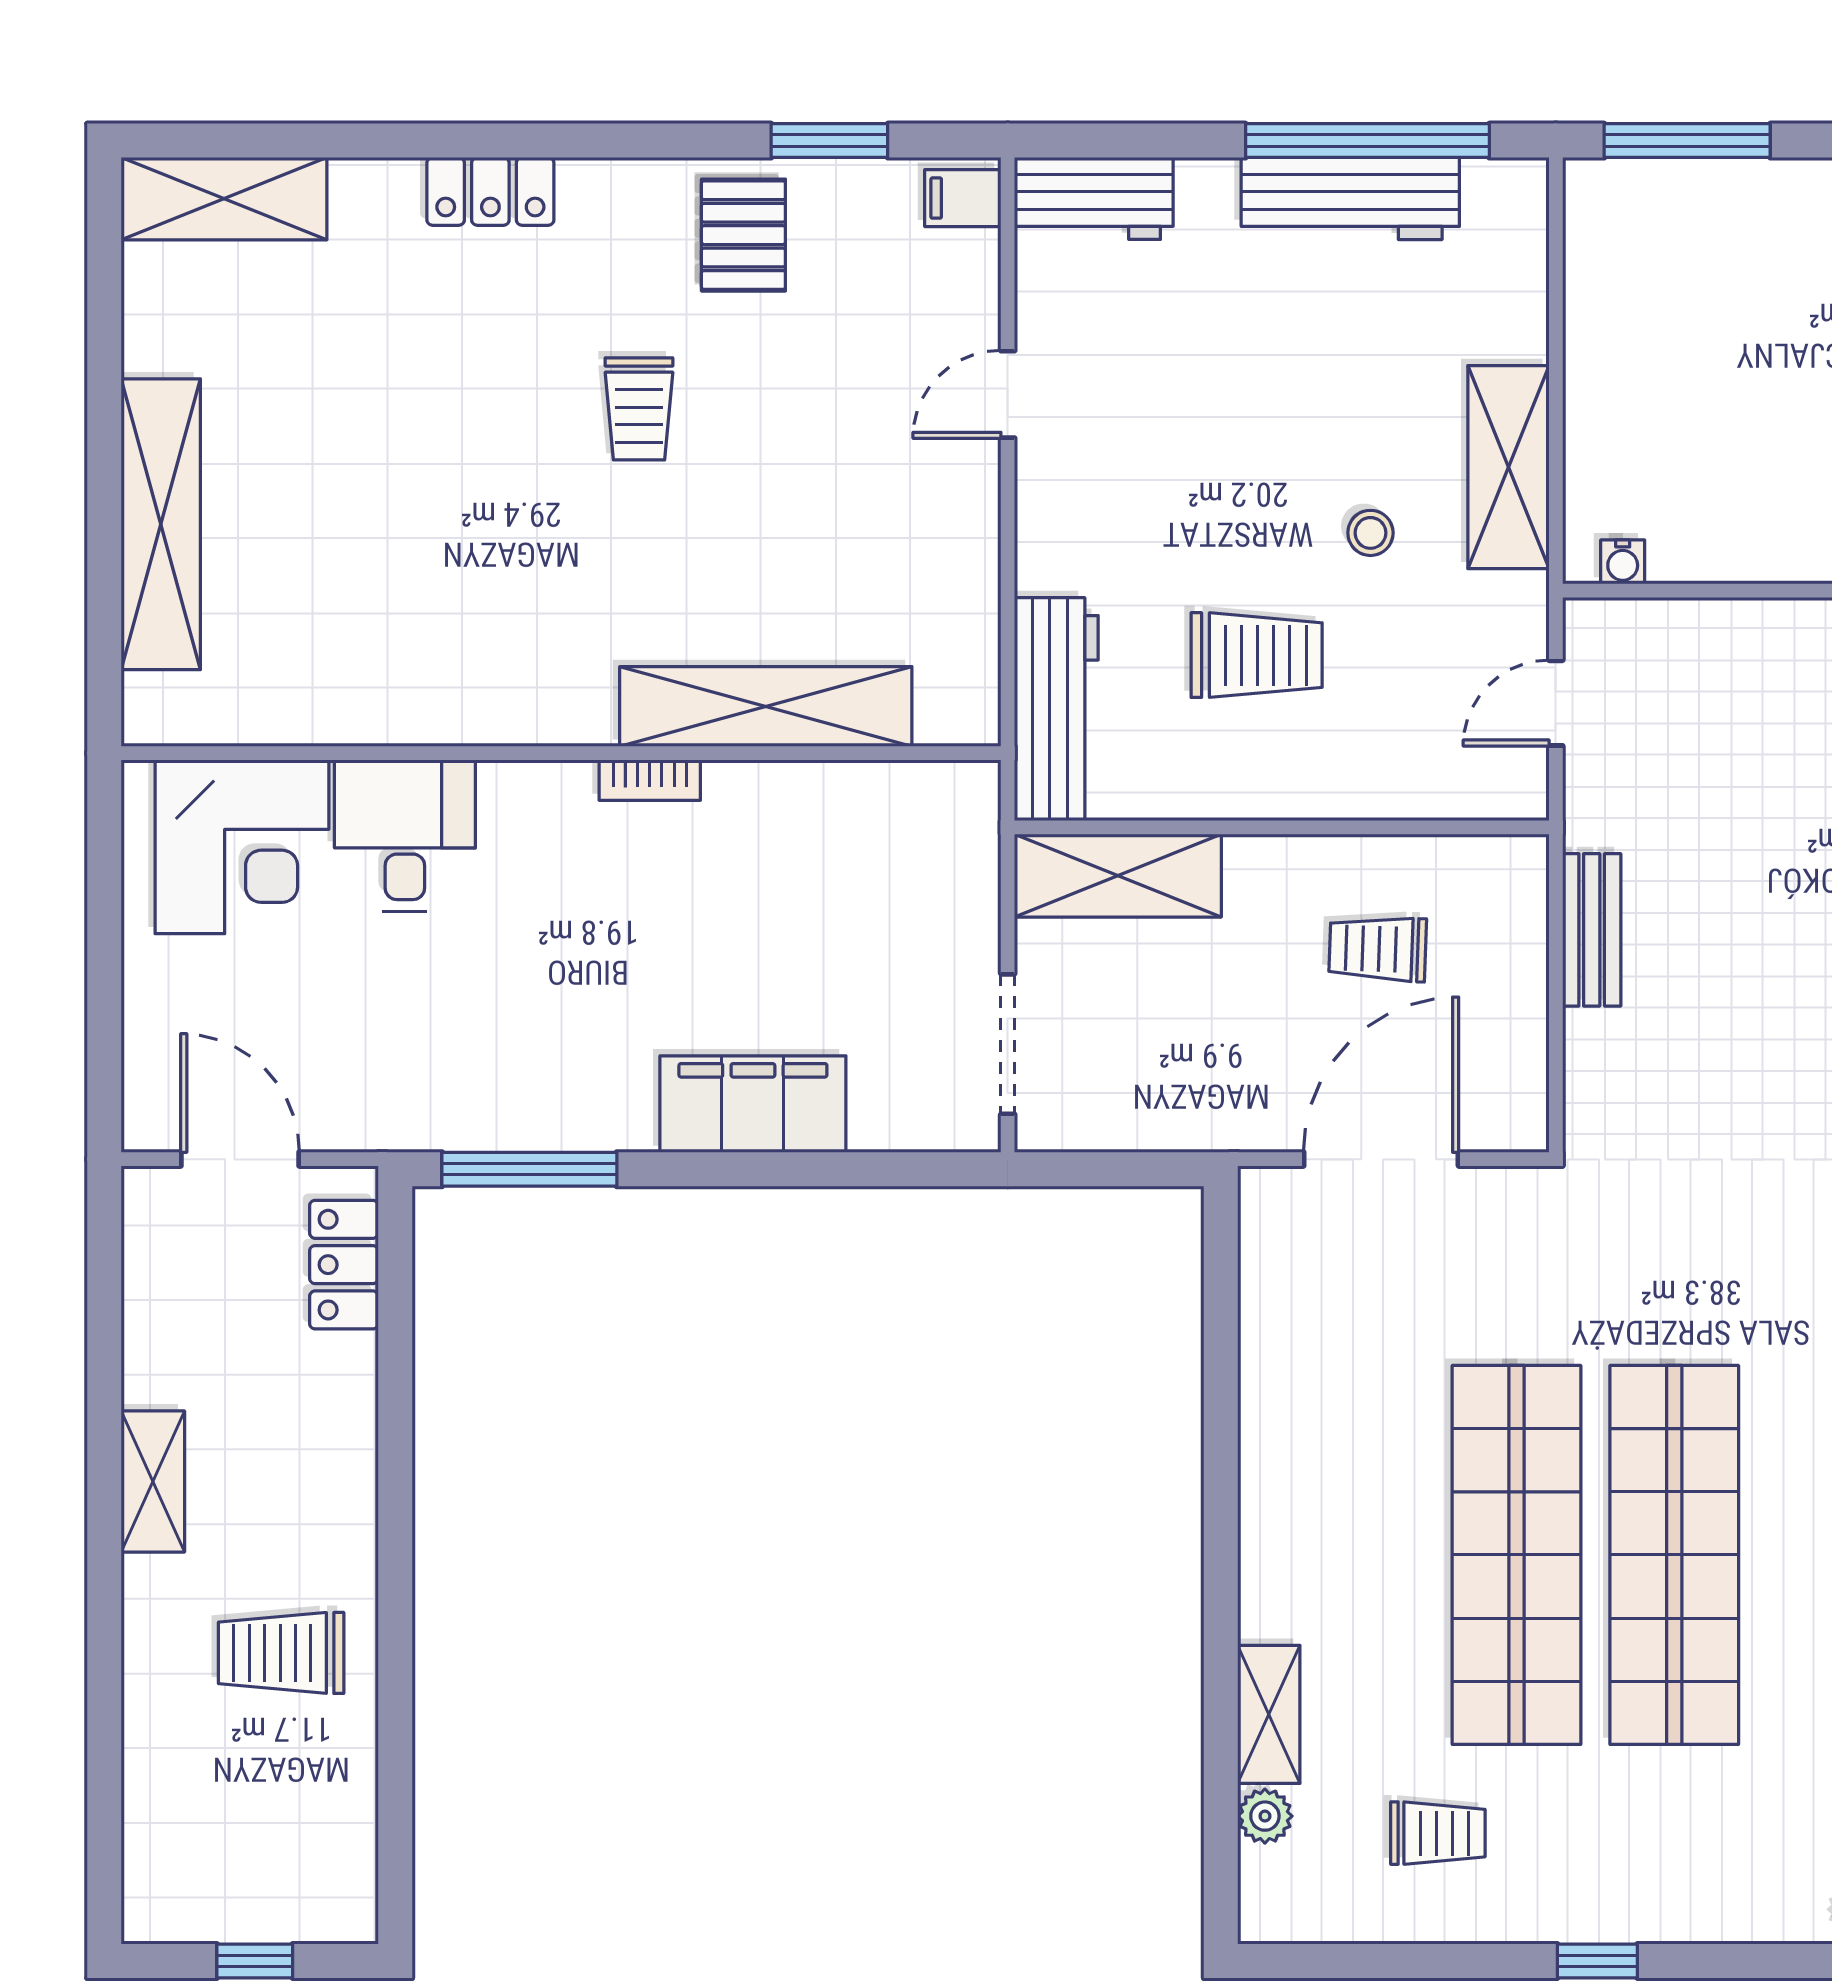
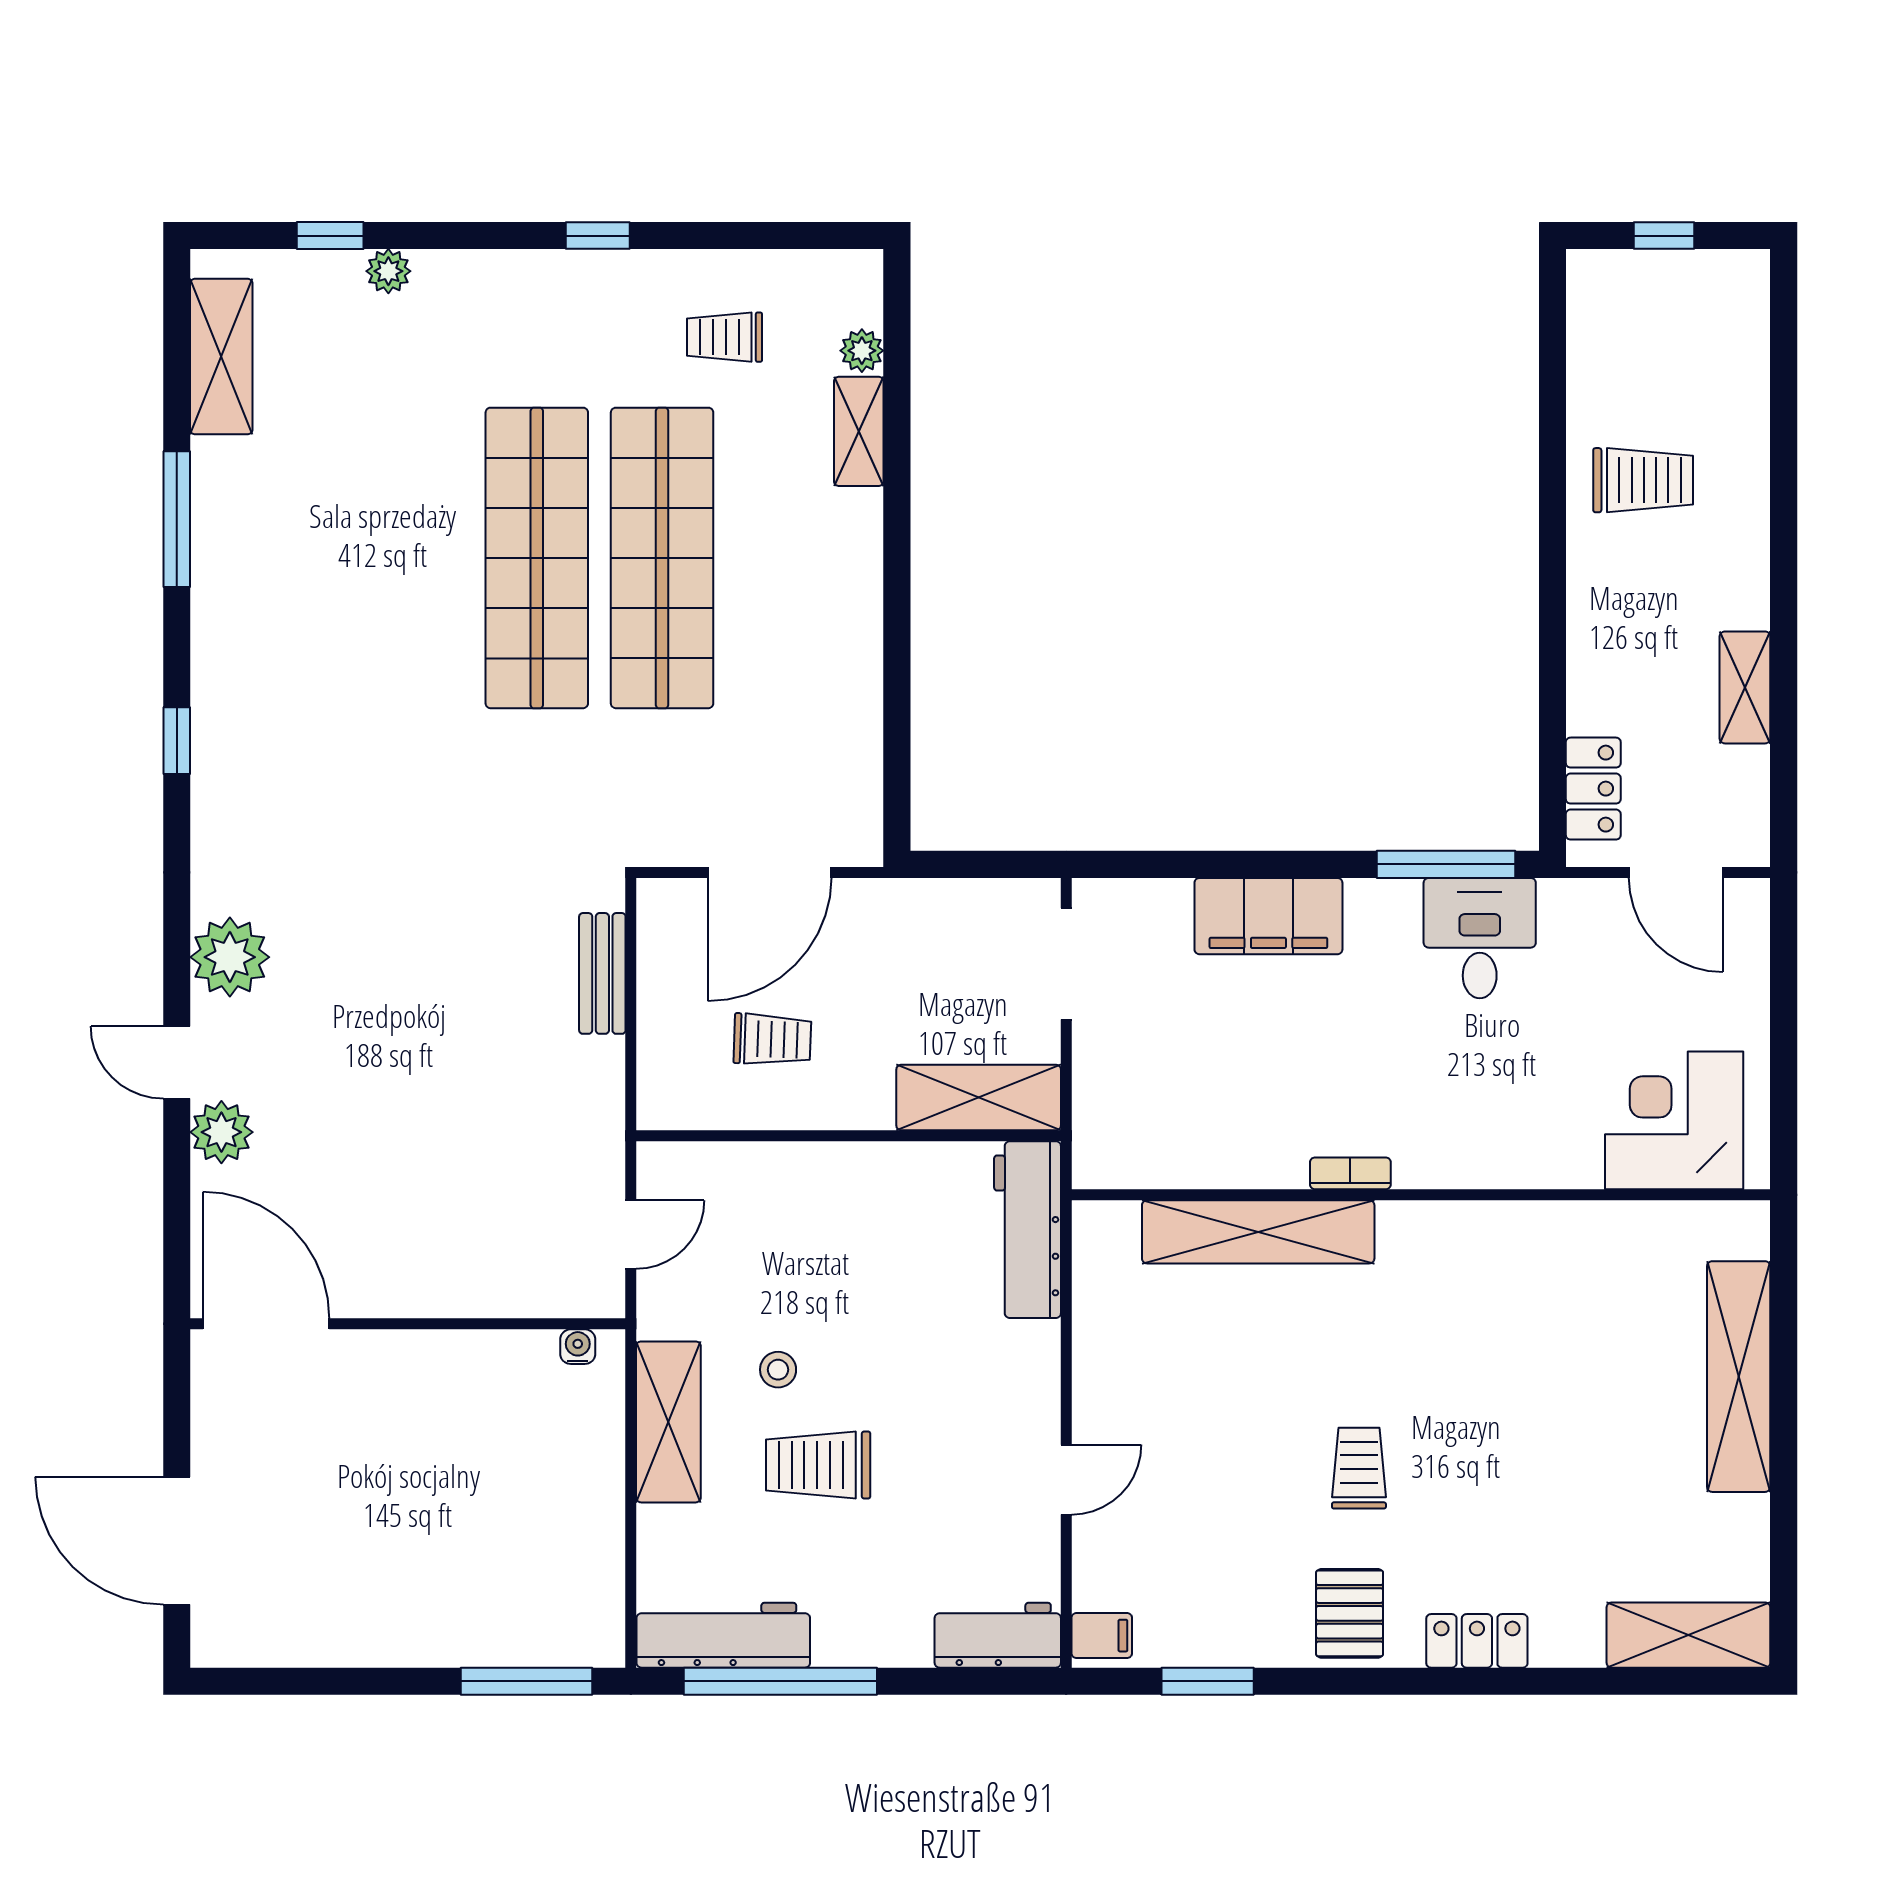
workbench: (1350, 199) -> (723, 1635), moved
pallet: (743, 235) -> (1350, 1613), moved
trolley: (1257, 655) -> (818, 1465), moved
desk: (405, 836) -> (1480, 938), moved, turned 180
bench: (1592, 930) -> (602, 973), moved
shelving: (153, 1482) -> (1745, 687), moved

